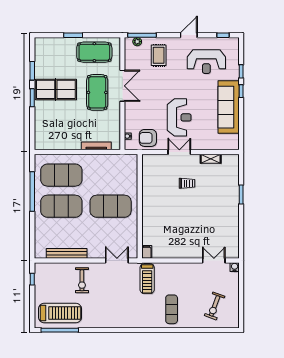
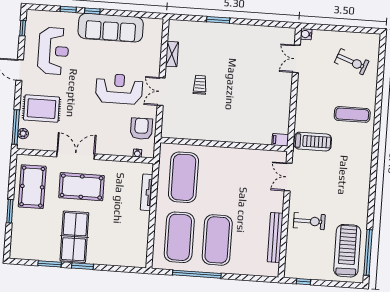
rug: (159, 55) -> (42, 109), width x1.36, depth x1.43
armchair: (148, 138) -> (141, 129), turned 180
exercise mat: (111, 206) -> (183, 177), moved

